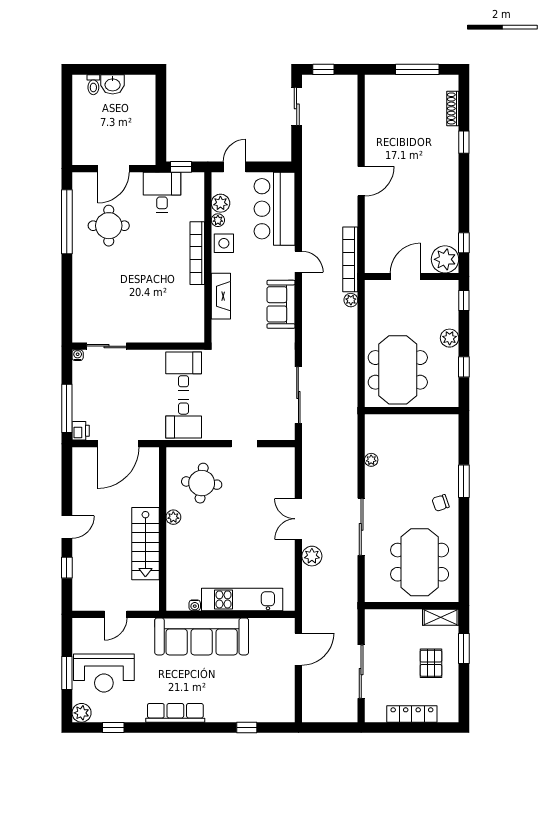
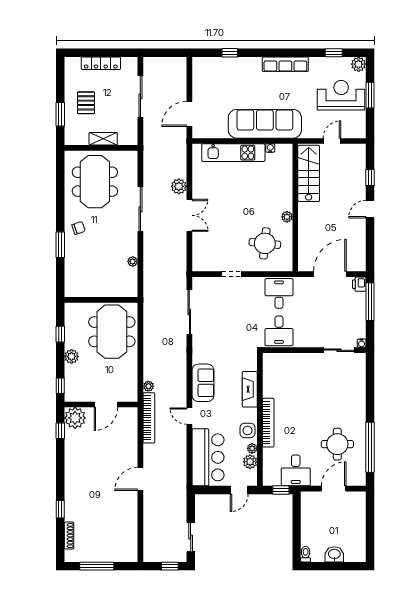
toilet: (93, 85) -> (306, 554), moved
stairs: (145, 544) -> (309, 173), moved
shelving: (441, 617) -> (103, 139), moved

